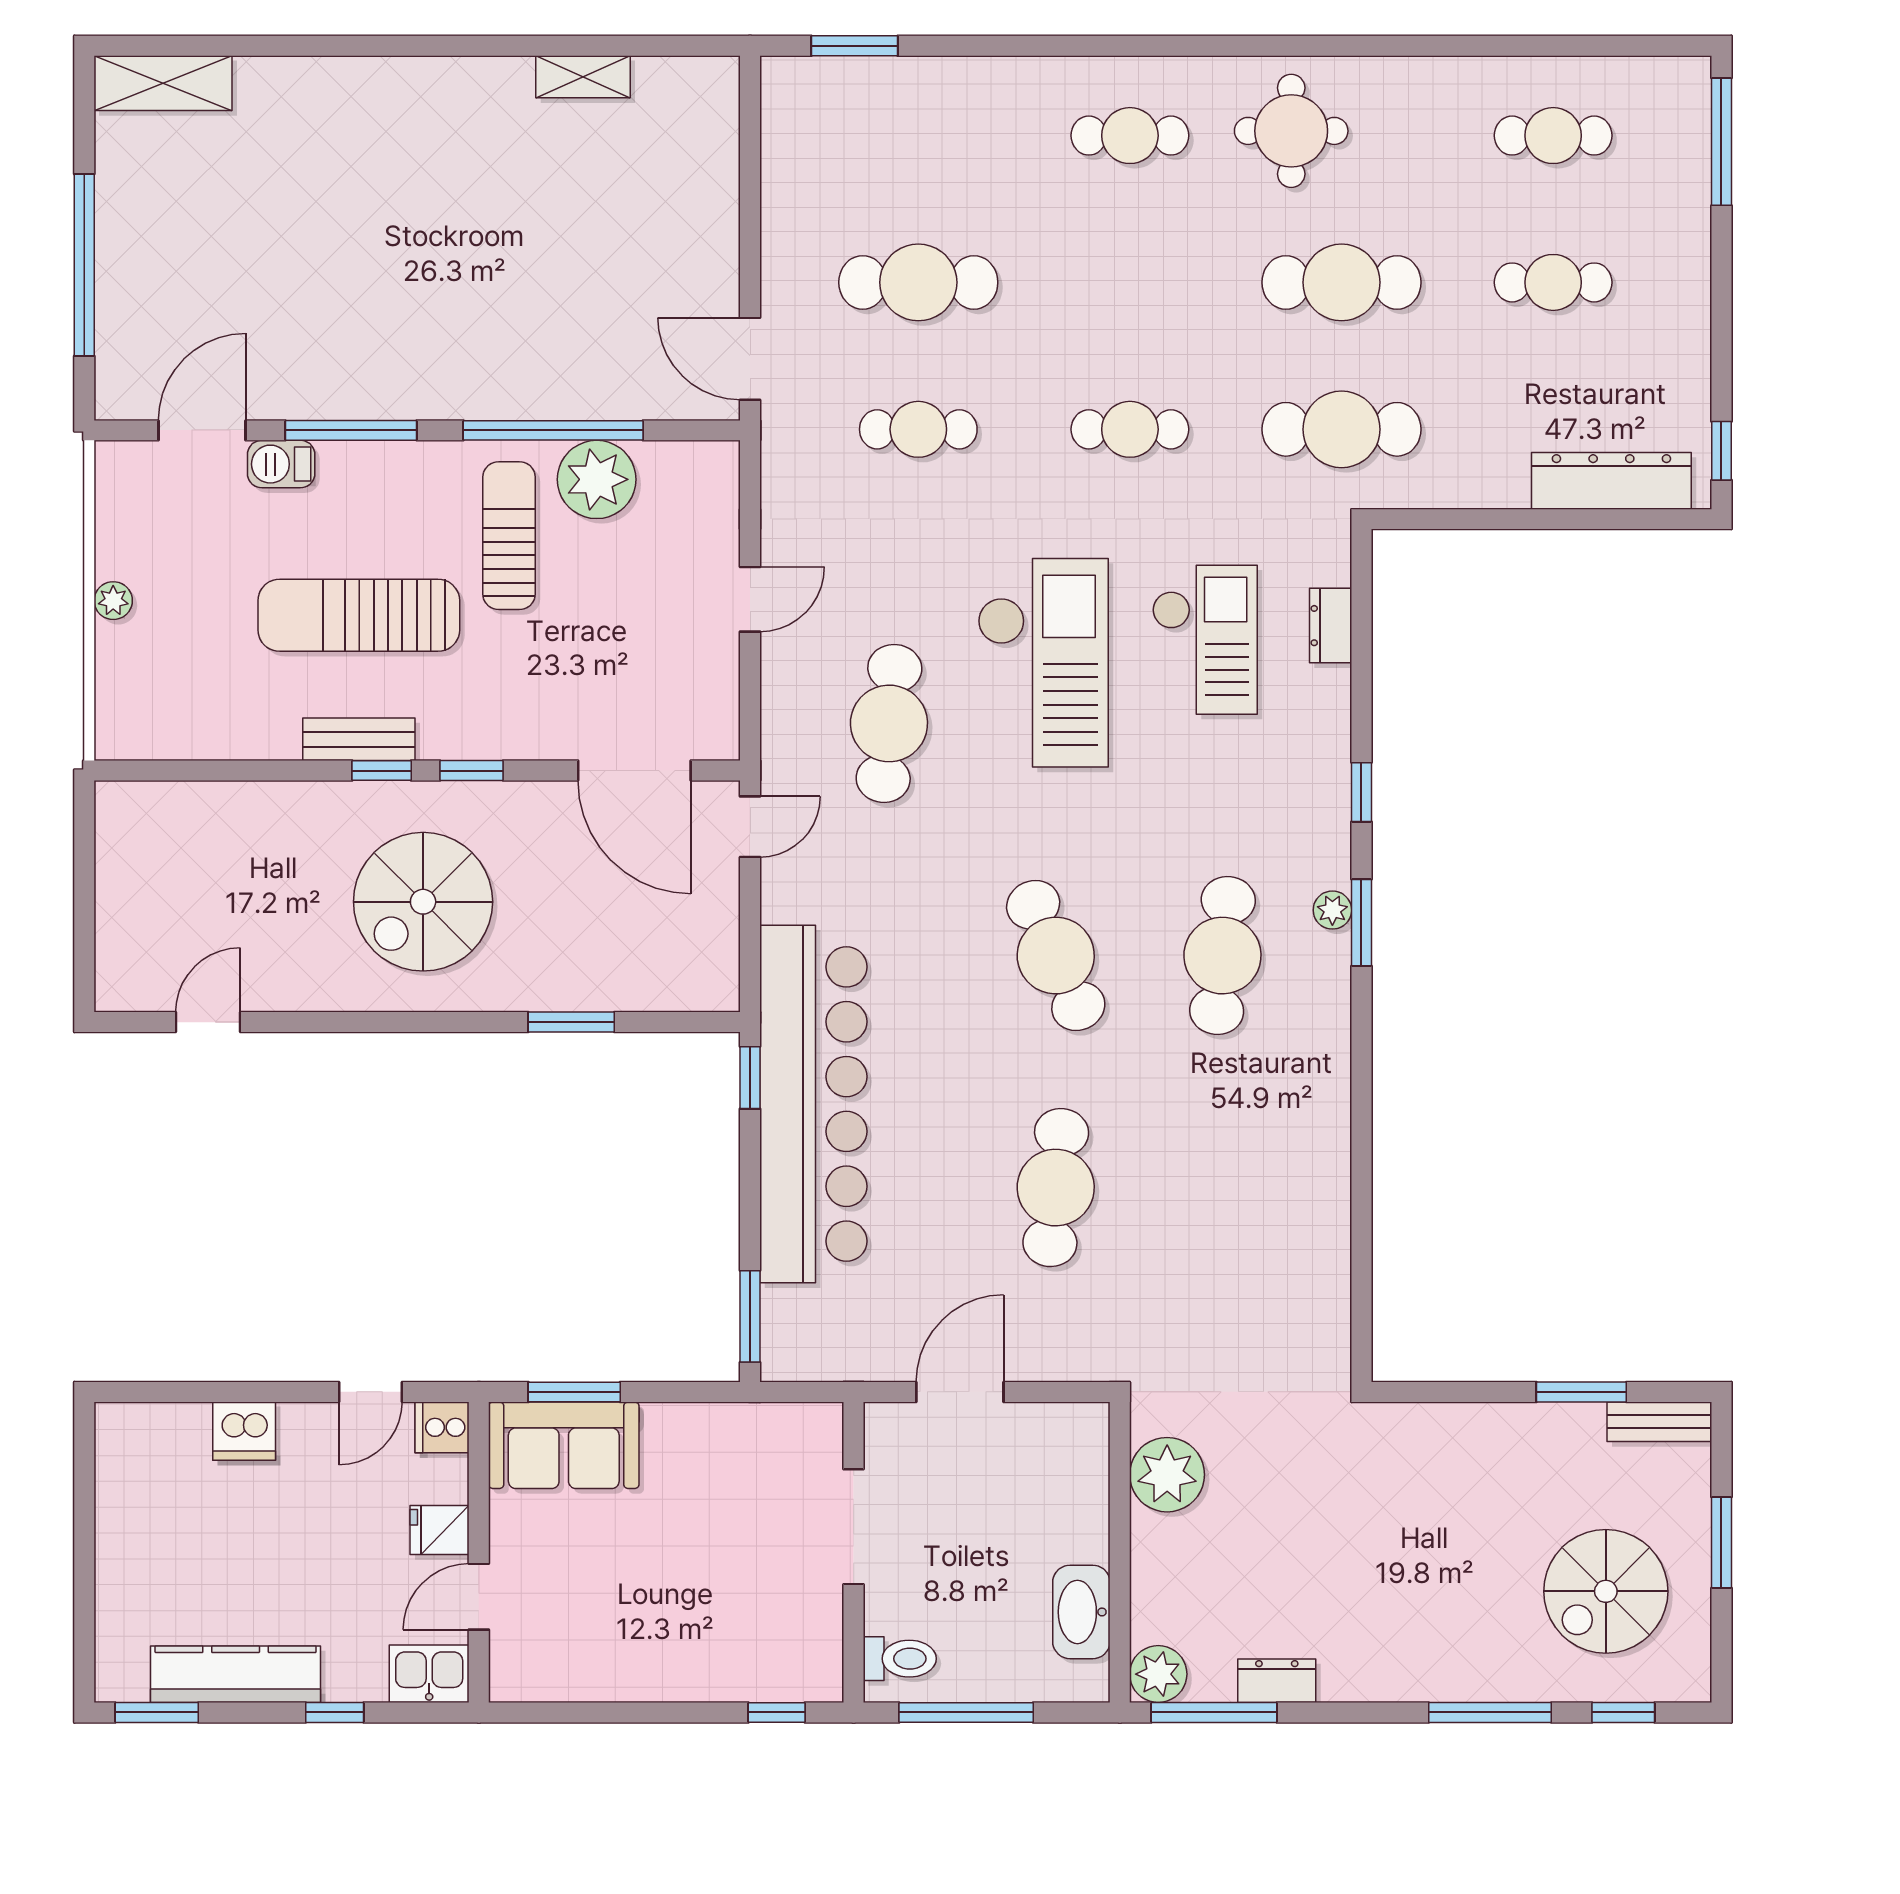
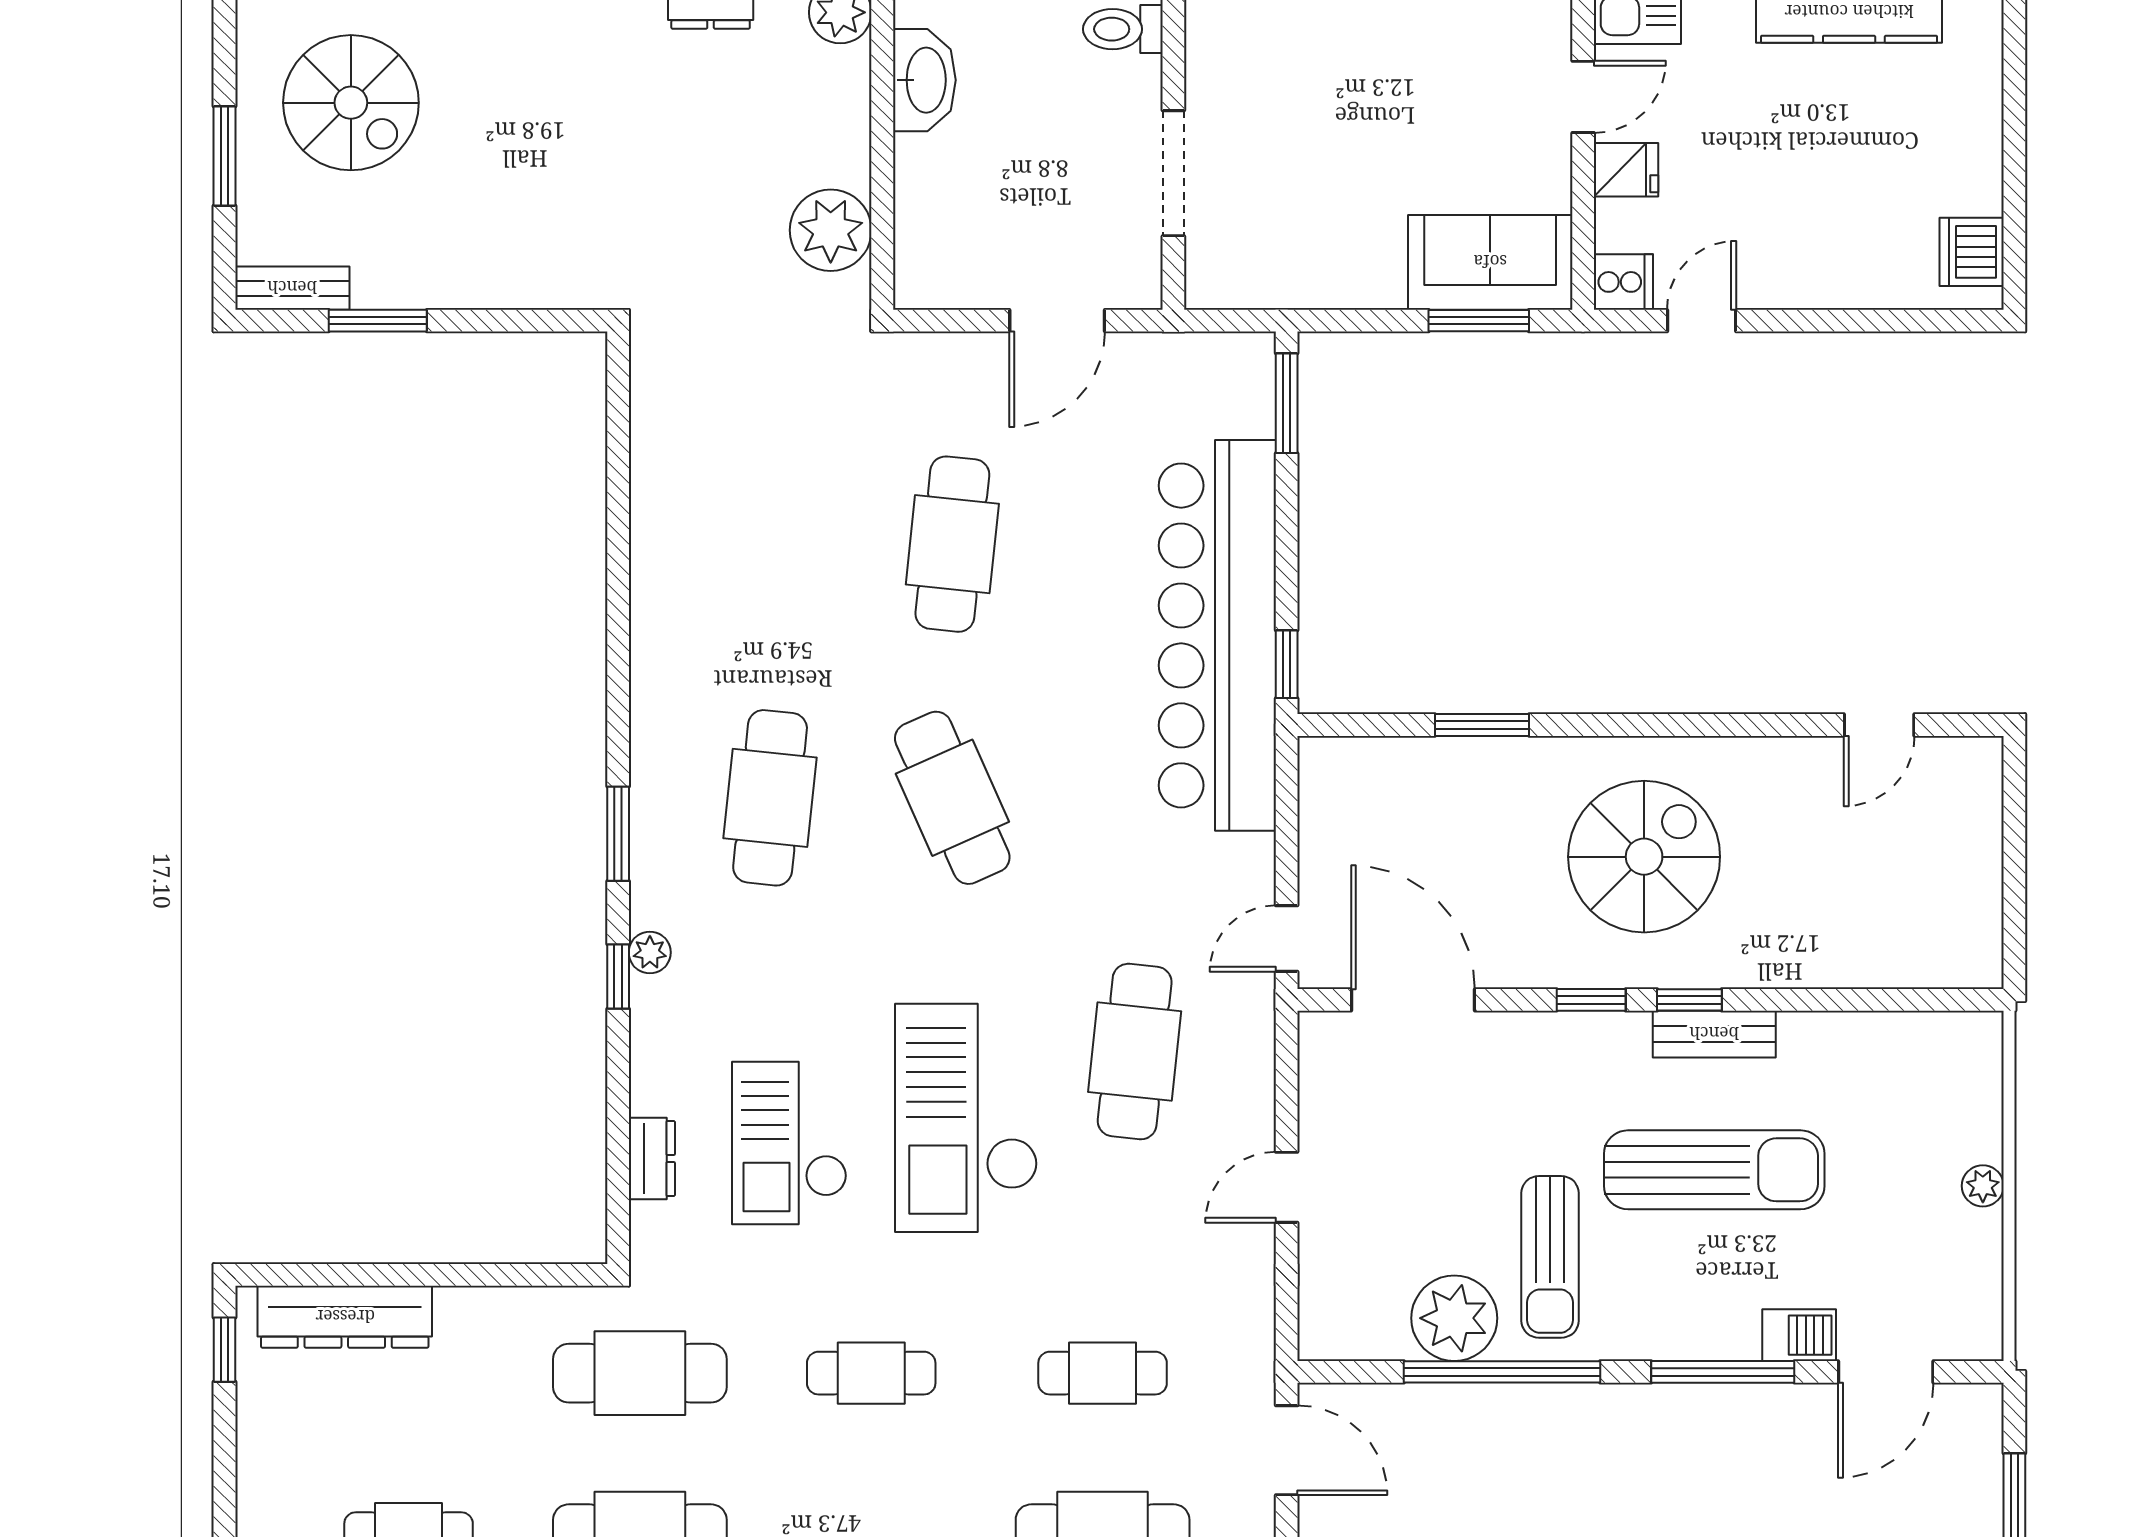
plant: (1332, 910) -> (650, 952), moved
dishwasher: (244, 1431) -> (1972, 252), moved, turned -90
spiral stairs: (1606, 1591) -> (351, 103), turned 90

